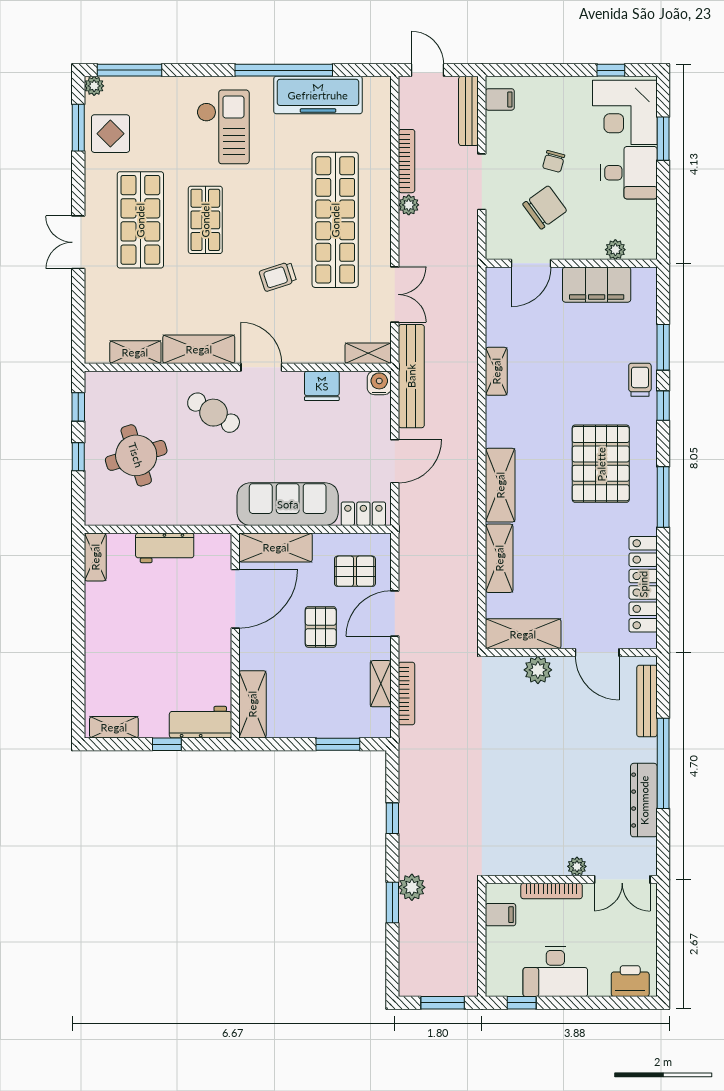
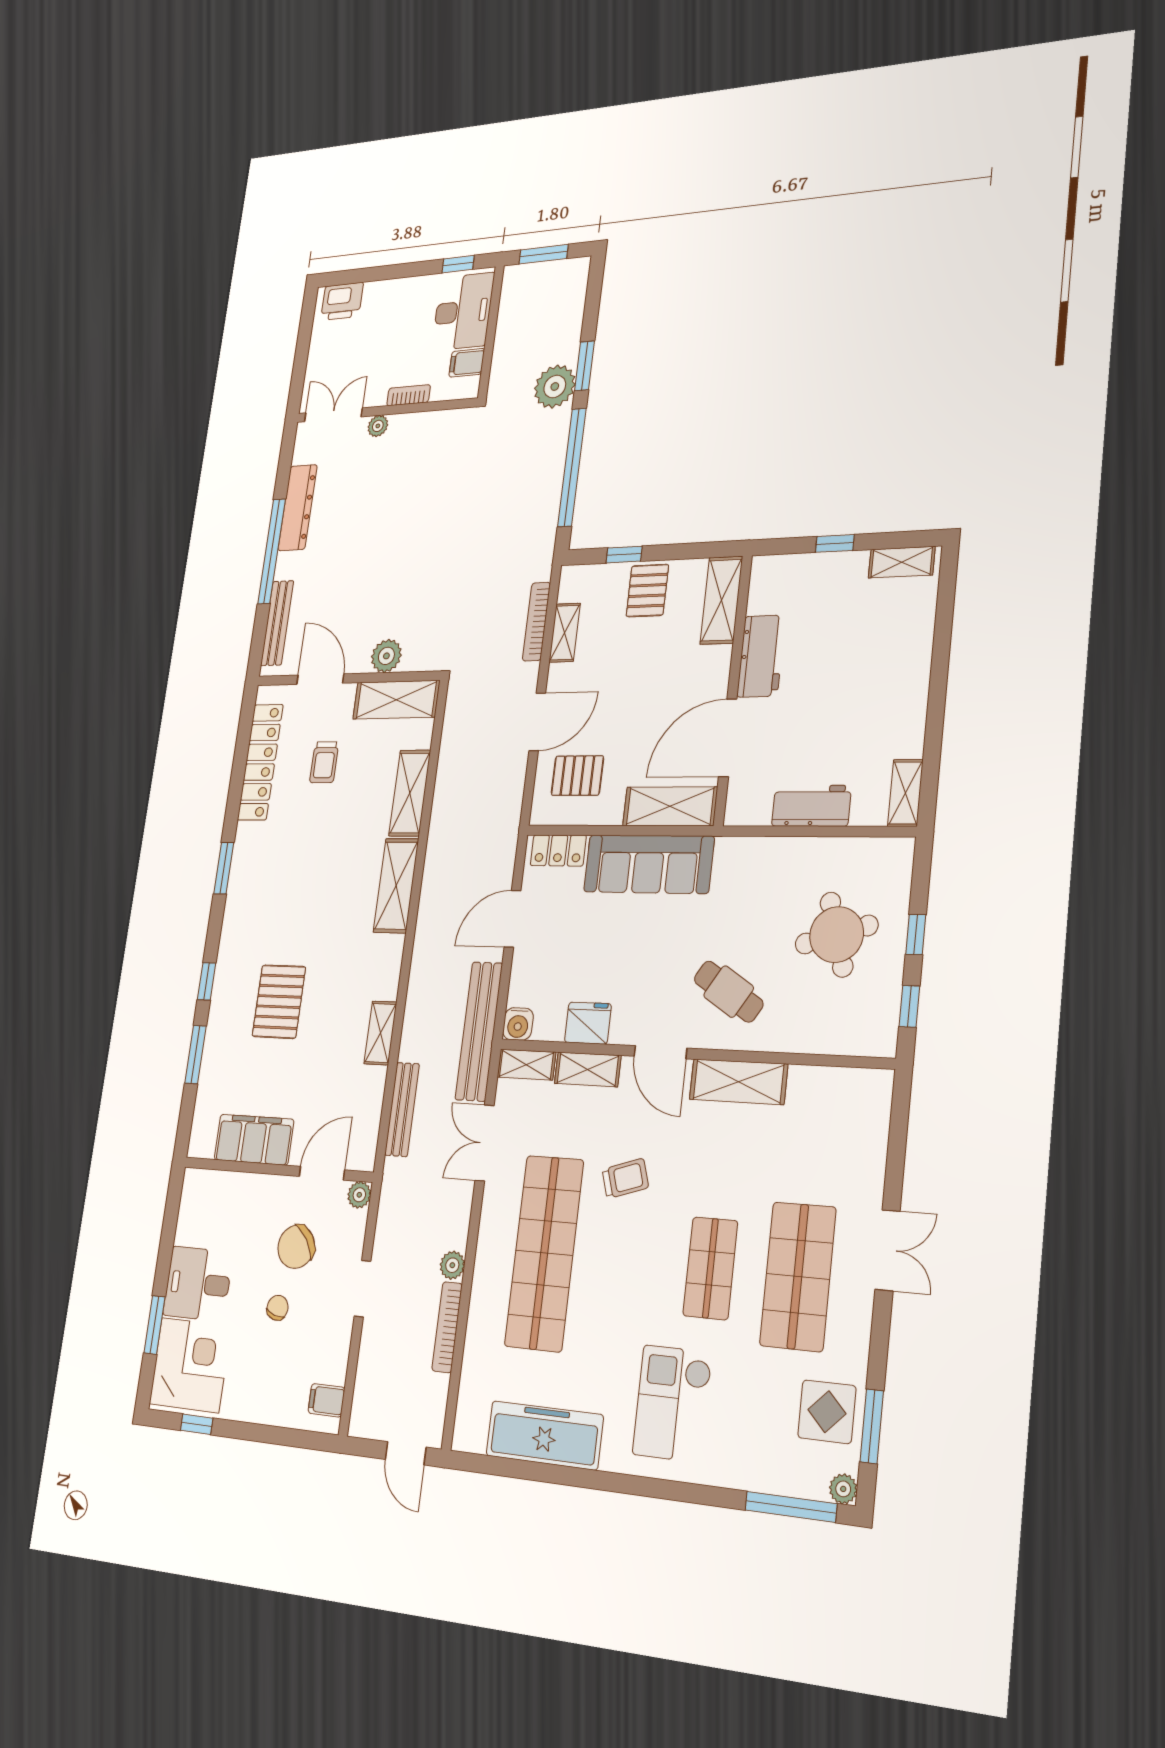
window: (284, 70) -> (584, 1478), removed
bench: (468, 111) -> (402, 1109), moved
doorway: (482, 182) -> (363, 1289), width x0.73
plant: (615, 250) -> (359, 1195), moved
shelving: (135, 352) -> (588, 1069), moved
trolley: (640, 380) -> (324, 762), moved
pallet: (601, 464) -> (279, 1002), moved, width x0.73, depth x0.71
window: (663, 497) -> (224, 868), width x0.69
pallet: (321, 627) -> (647, 591), moved
workbench: (200, 722) -> (761, 656), moved, turned -90
window: (338, 744) -> (624, 555), width x0.67
window: (392, 818) -> (572, 467), width x3.17
plant: (412, 887) -> (555, 387), width x1.36, depth x1.36
bookcase: (552, 891) -> (409, 395), width x0.64
desk: (555, 971) -> (463, 312), moved, turned 90

